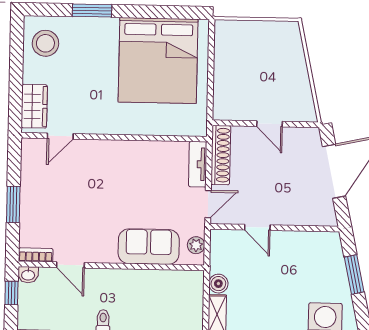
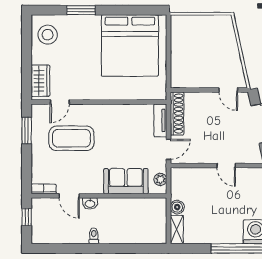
door: (270, 124) -> (228, 90), moved
coffee table: (75, 186) -> (72, 138), added
window: (13, 204) -> (27, 131), moved
door: (257, 227) -> (226, 166), moved
washbasin: (28, 275) -> (90, 204), moved

